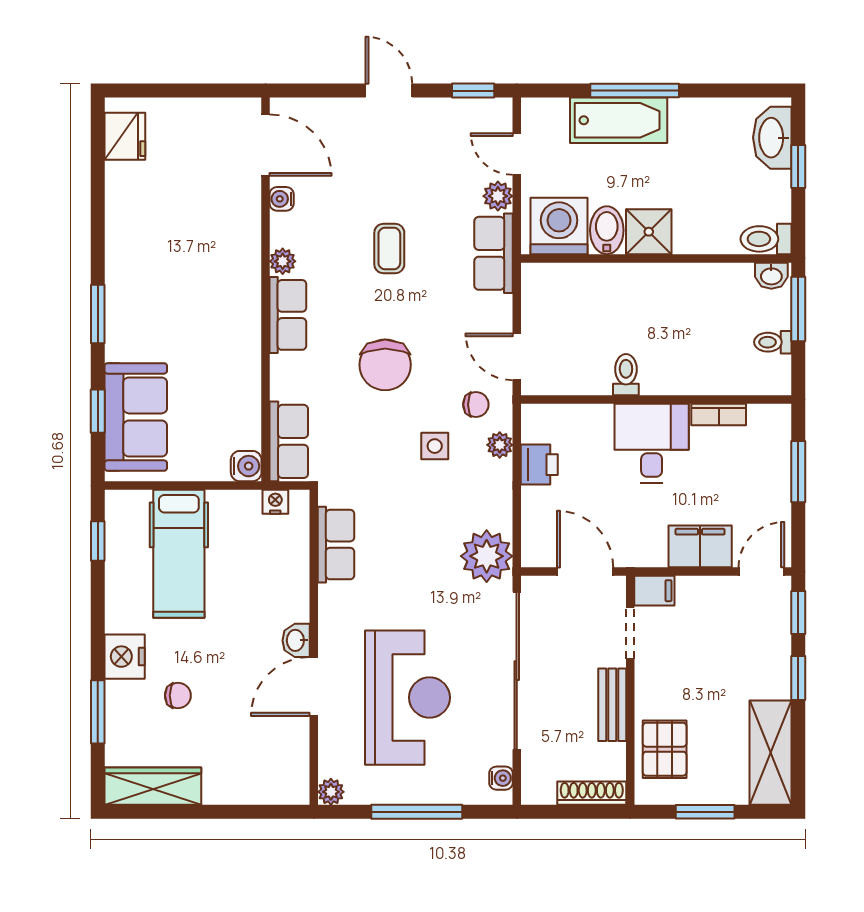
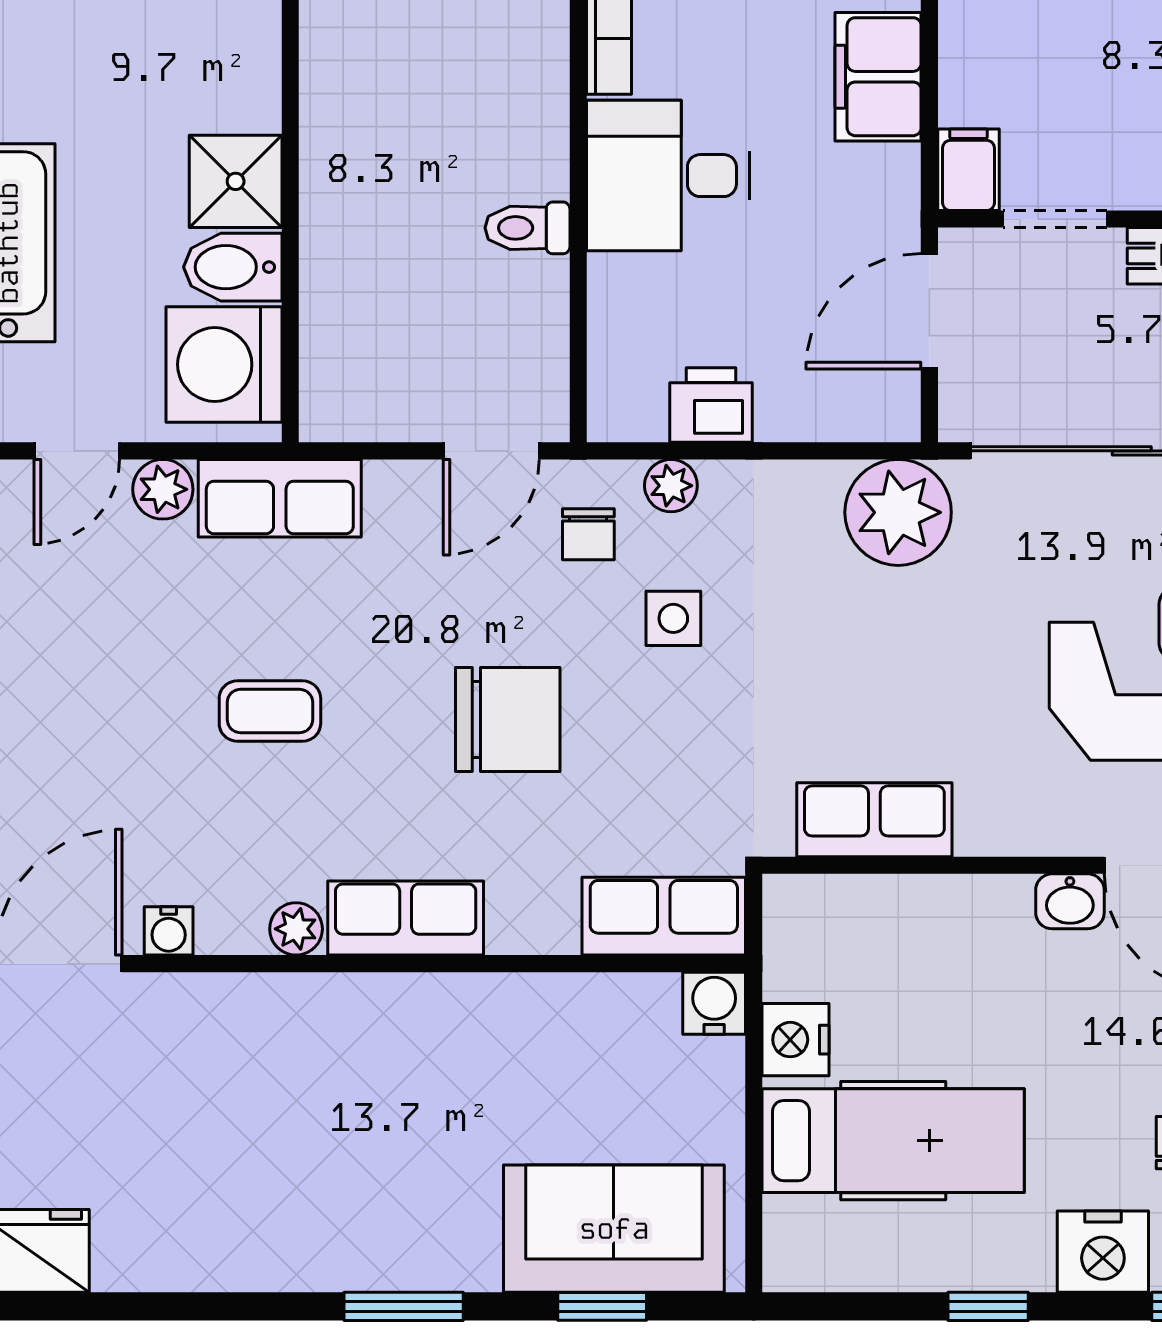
chair: (476, 404) -> (588, 534), turned 180
nightstand: (275, 502) -> (796, 1040), moved, width x1.39, depth x1.35
window: (98, 541) -> (988, 1306), moved

